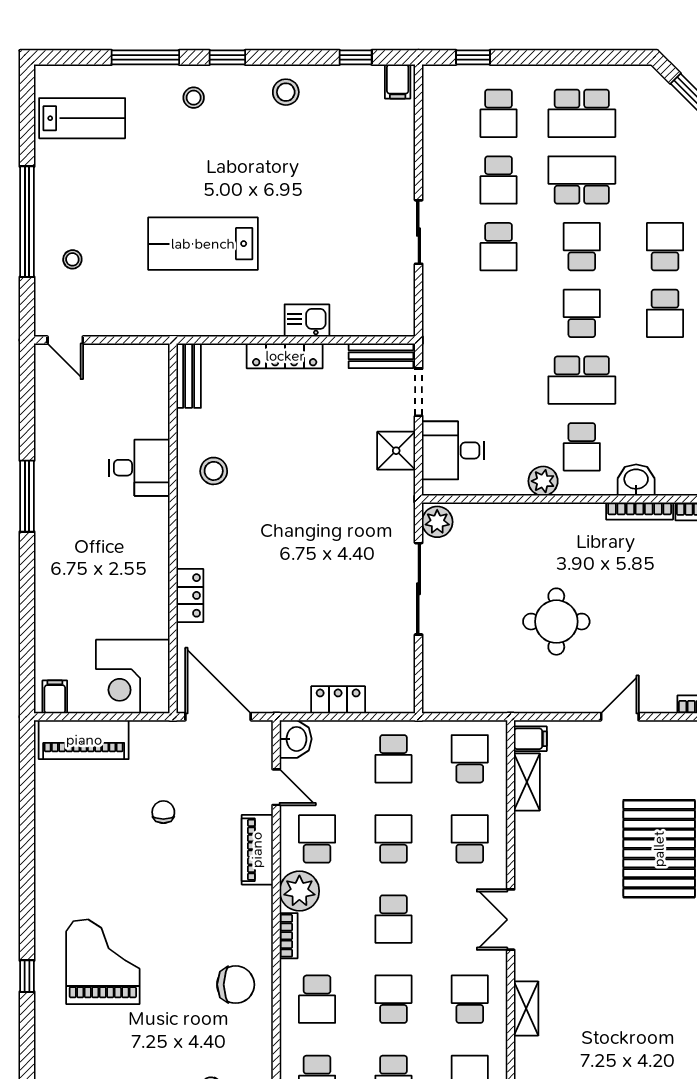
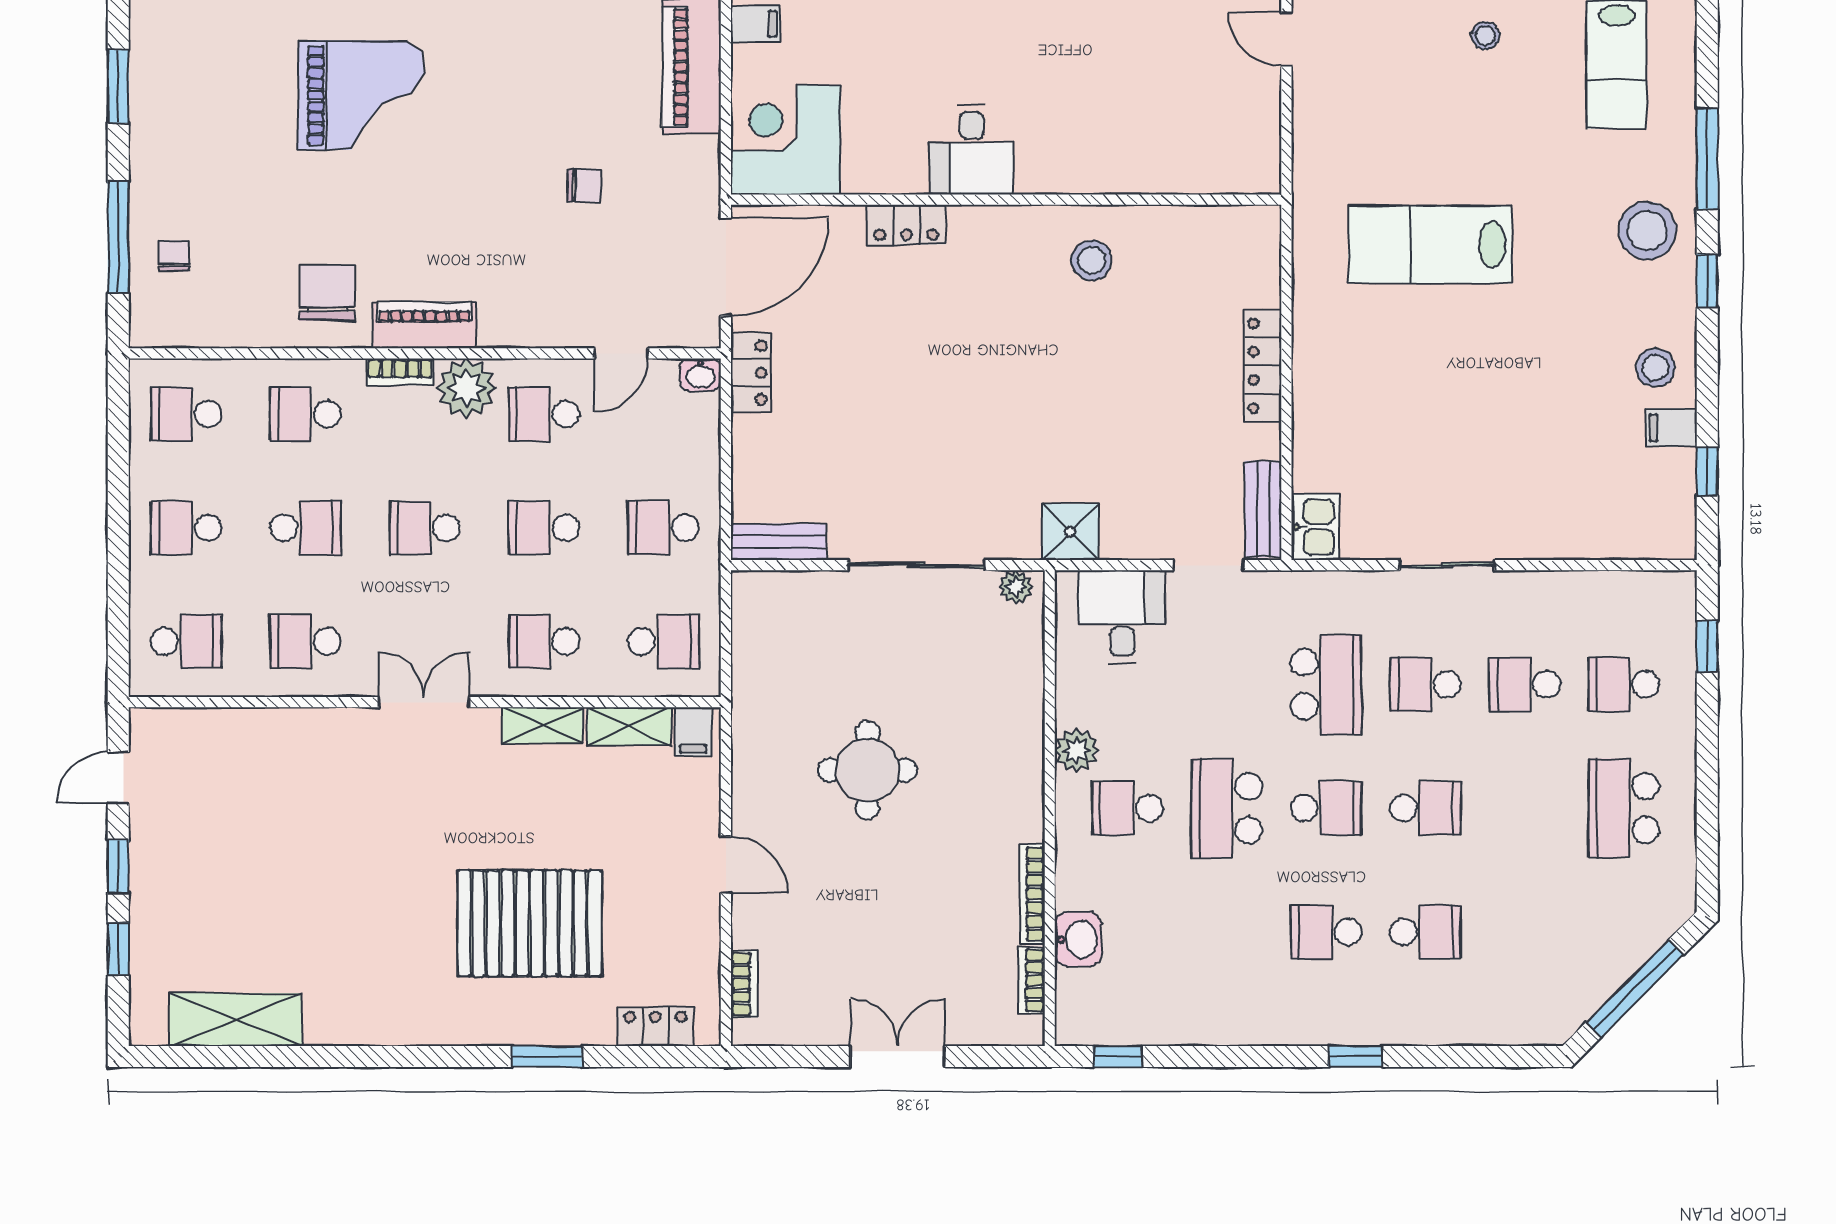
filing cabinet: (398, 81) -> (1671, 428), moved
stool: (194, 98) -> (1647, 230), width x1.89, depth x1.89
school desk: (582, 180) -> (1326, 684), moved
lab bench: (203, 244) -> (1430, 244), turned -90
stool: (72, 259) -> (1486, 36), moved
kitchen sink: (307, 321) -> (1316, 527), moved
door: (65, 340) -> (1286, 39), hinge flipped
bench: (189, 376) -> (779, 542), moved
shower: (396, 451) -> (1070, 532), moved
desk: (139, 468) -> (971, 150), moved
washbasin: (636, 480) -> (1078, 939), moved
plant: (437, 522) -> (1016, 587), width x0.73, depth x0.73
locker: (338, 700) -> (751, 373), moved
washbasin: (296, 739) -> (701, 375), width x0.72, depth x0.69
school desk: (317, 839) -> (544, 414), turned 180
school desk: (393, 839) -> (544, 528), turned 180
school desk: (470, 839) -> (544, 641), turned 180
piano: (257, 850) -> (424, 325), moved
chair: (236, 985) -> (327, 293), turned 180
school desk: (470, 999) -> (305, 641), turned 180
shelving: (526, 1009) -> (543, 725), moved

